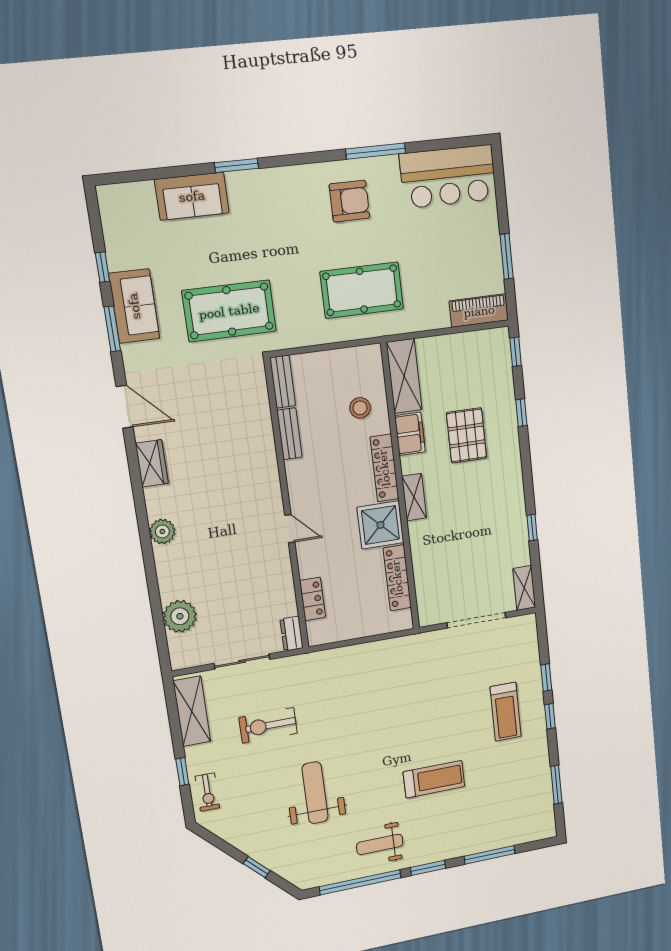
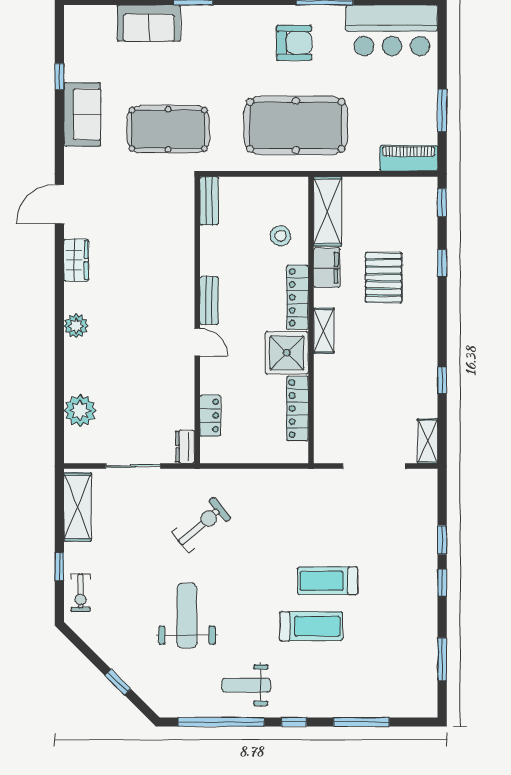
pool table: (362, 290) -> (296, 125), width x1.36, depth x1.32
window: (112, 329) -> (59, 132), removed
door: (125, 407) -> (59, 204), swing flipped
bench: (289, 434) -> (209, 301), moved
treadmill: (506, 712) -> (328, 581), moved, turned 90
exercise bike: (268, 725) -> (201, 525), moved, turned 140
window: (428, 868) -> (294, 722), width x0.67

